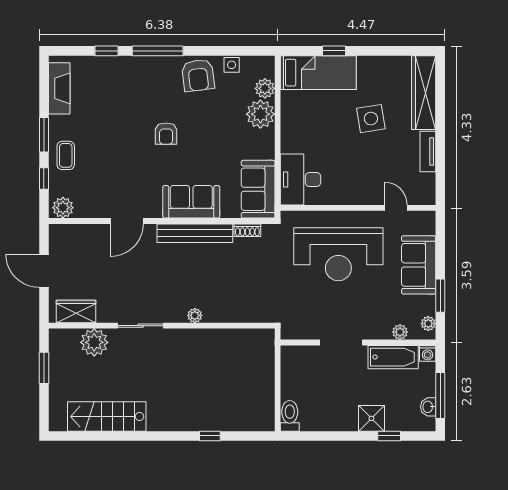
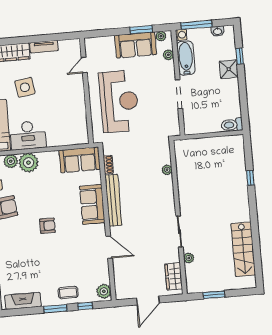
desk: (301, 179) -> (28, 135), moved
sofa: (419, 265) -> (136, 45), moved
plant: (195, 315) -> (167, 170), moved
plant: (94, 342) -> (189, 258), width x0.53, depth x0.53
window: (440, 395) -> (196, 25), moved

